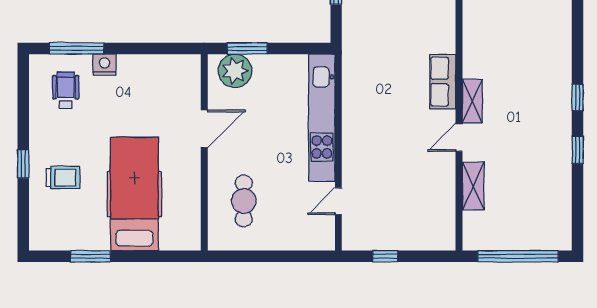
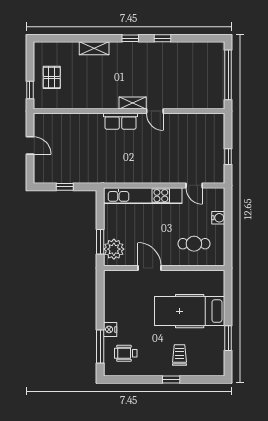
shelving: (473, 186) -> (94, 48), moved
water cooler: (286, 240) -> (218, 218), added

